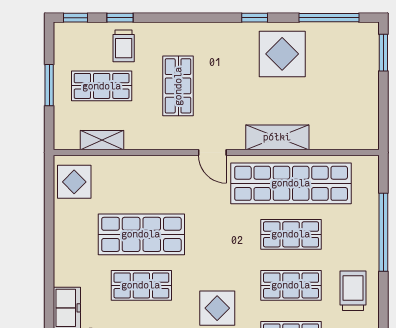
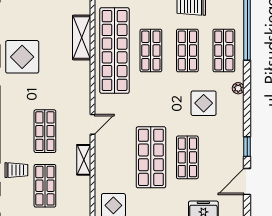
shop shelf: (178, 86) -> (45, 131), turned 90
shelving: (277, 137) -> (82, 38), moved
shelving: (102, 140) -> (84, 160), moved
door: (212, 152) -> (92, 124), moved

